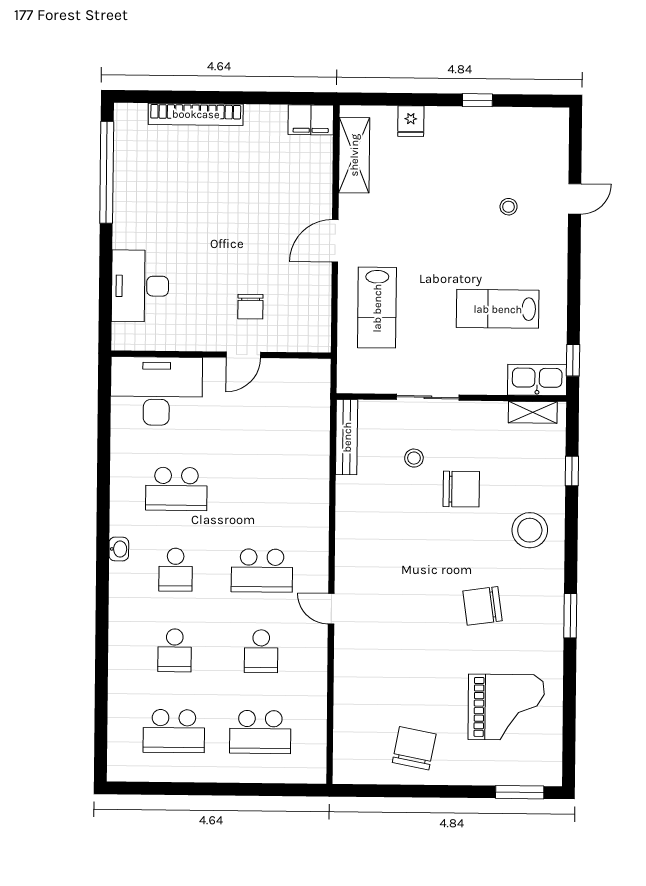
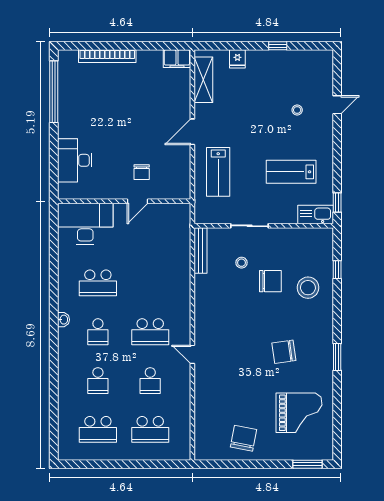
shelving: (533, 412) -> (313, 234), removed
stool: (530, 530) -> (308, 288), moved

